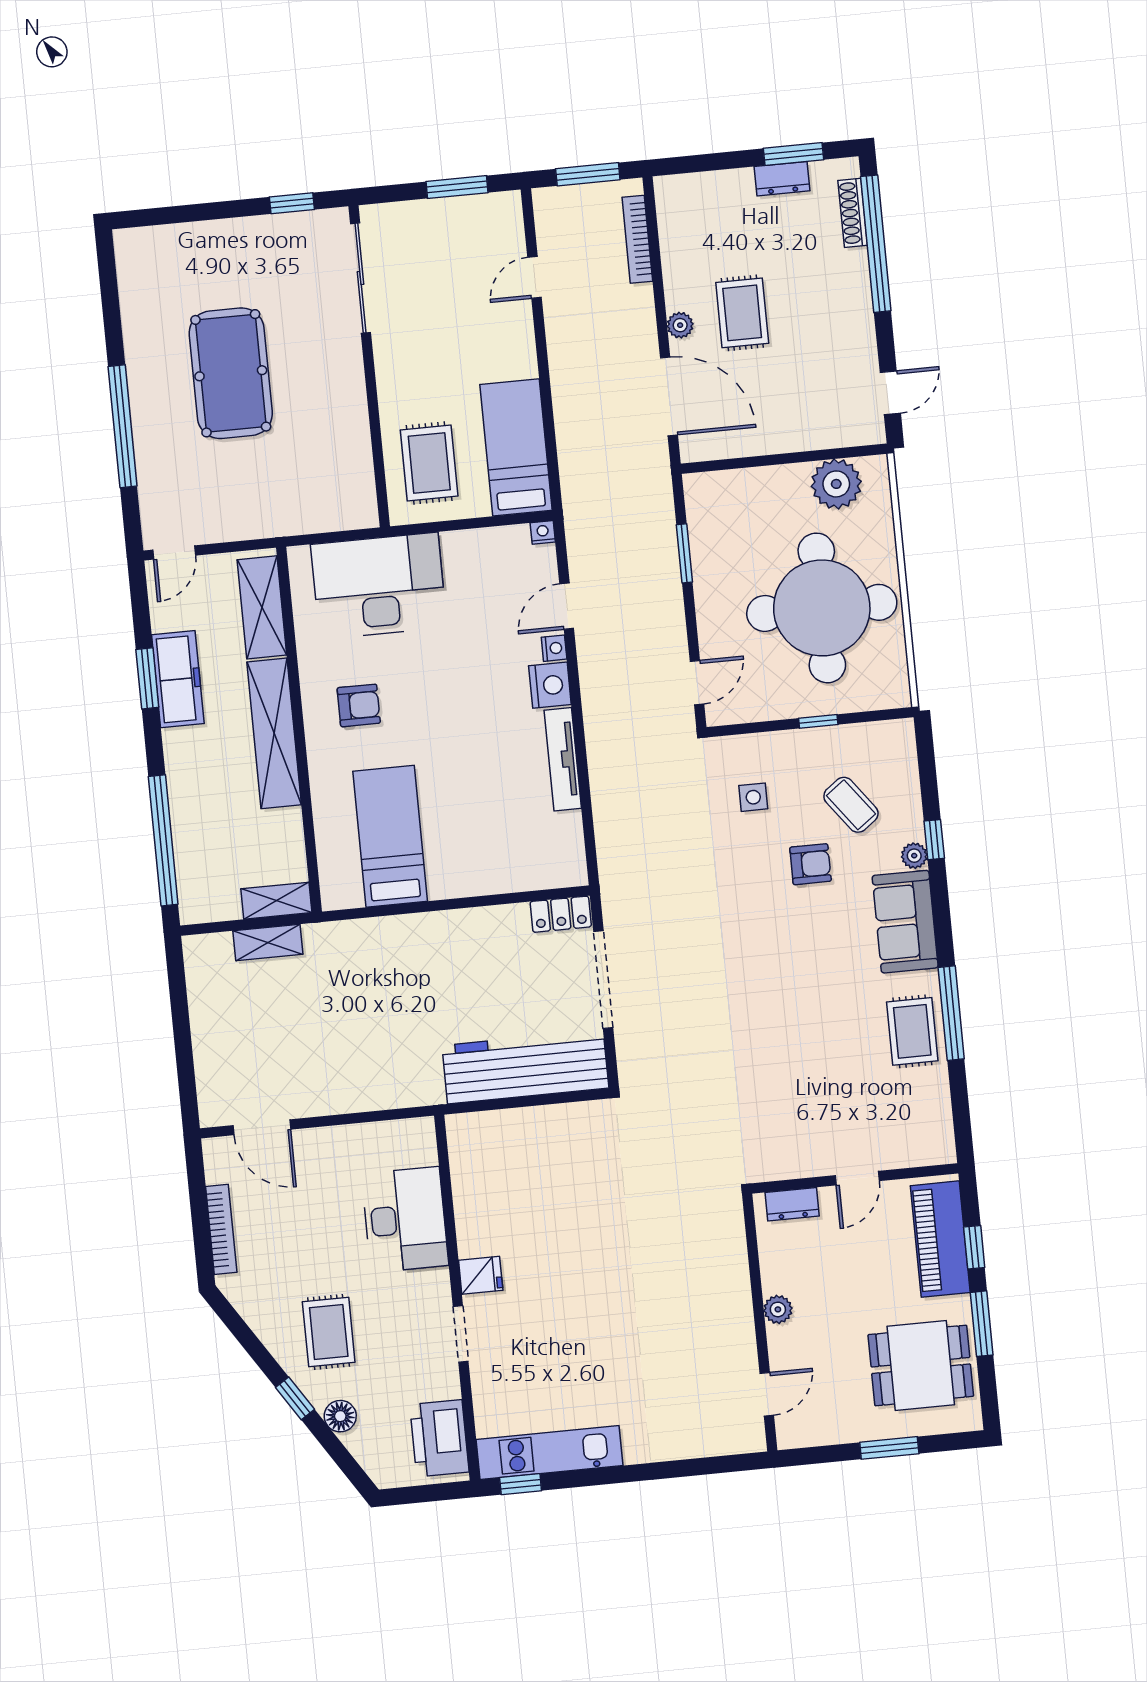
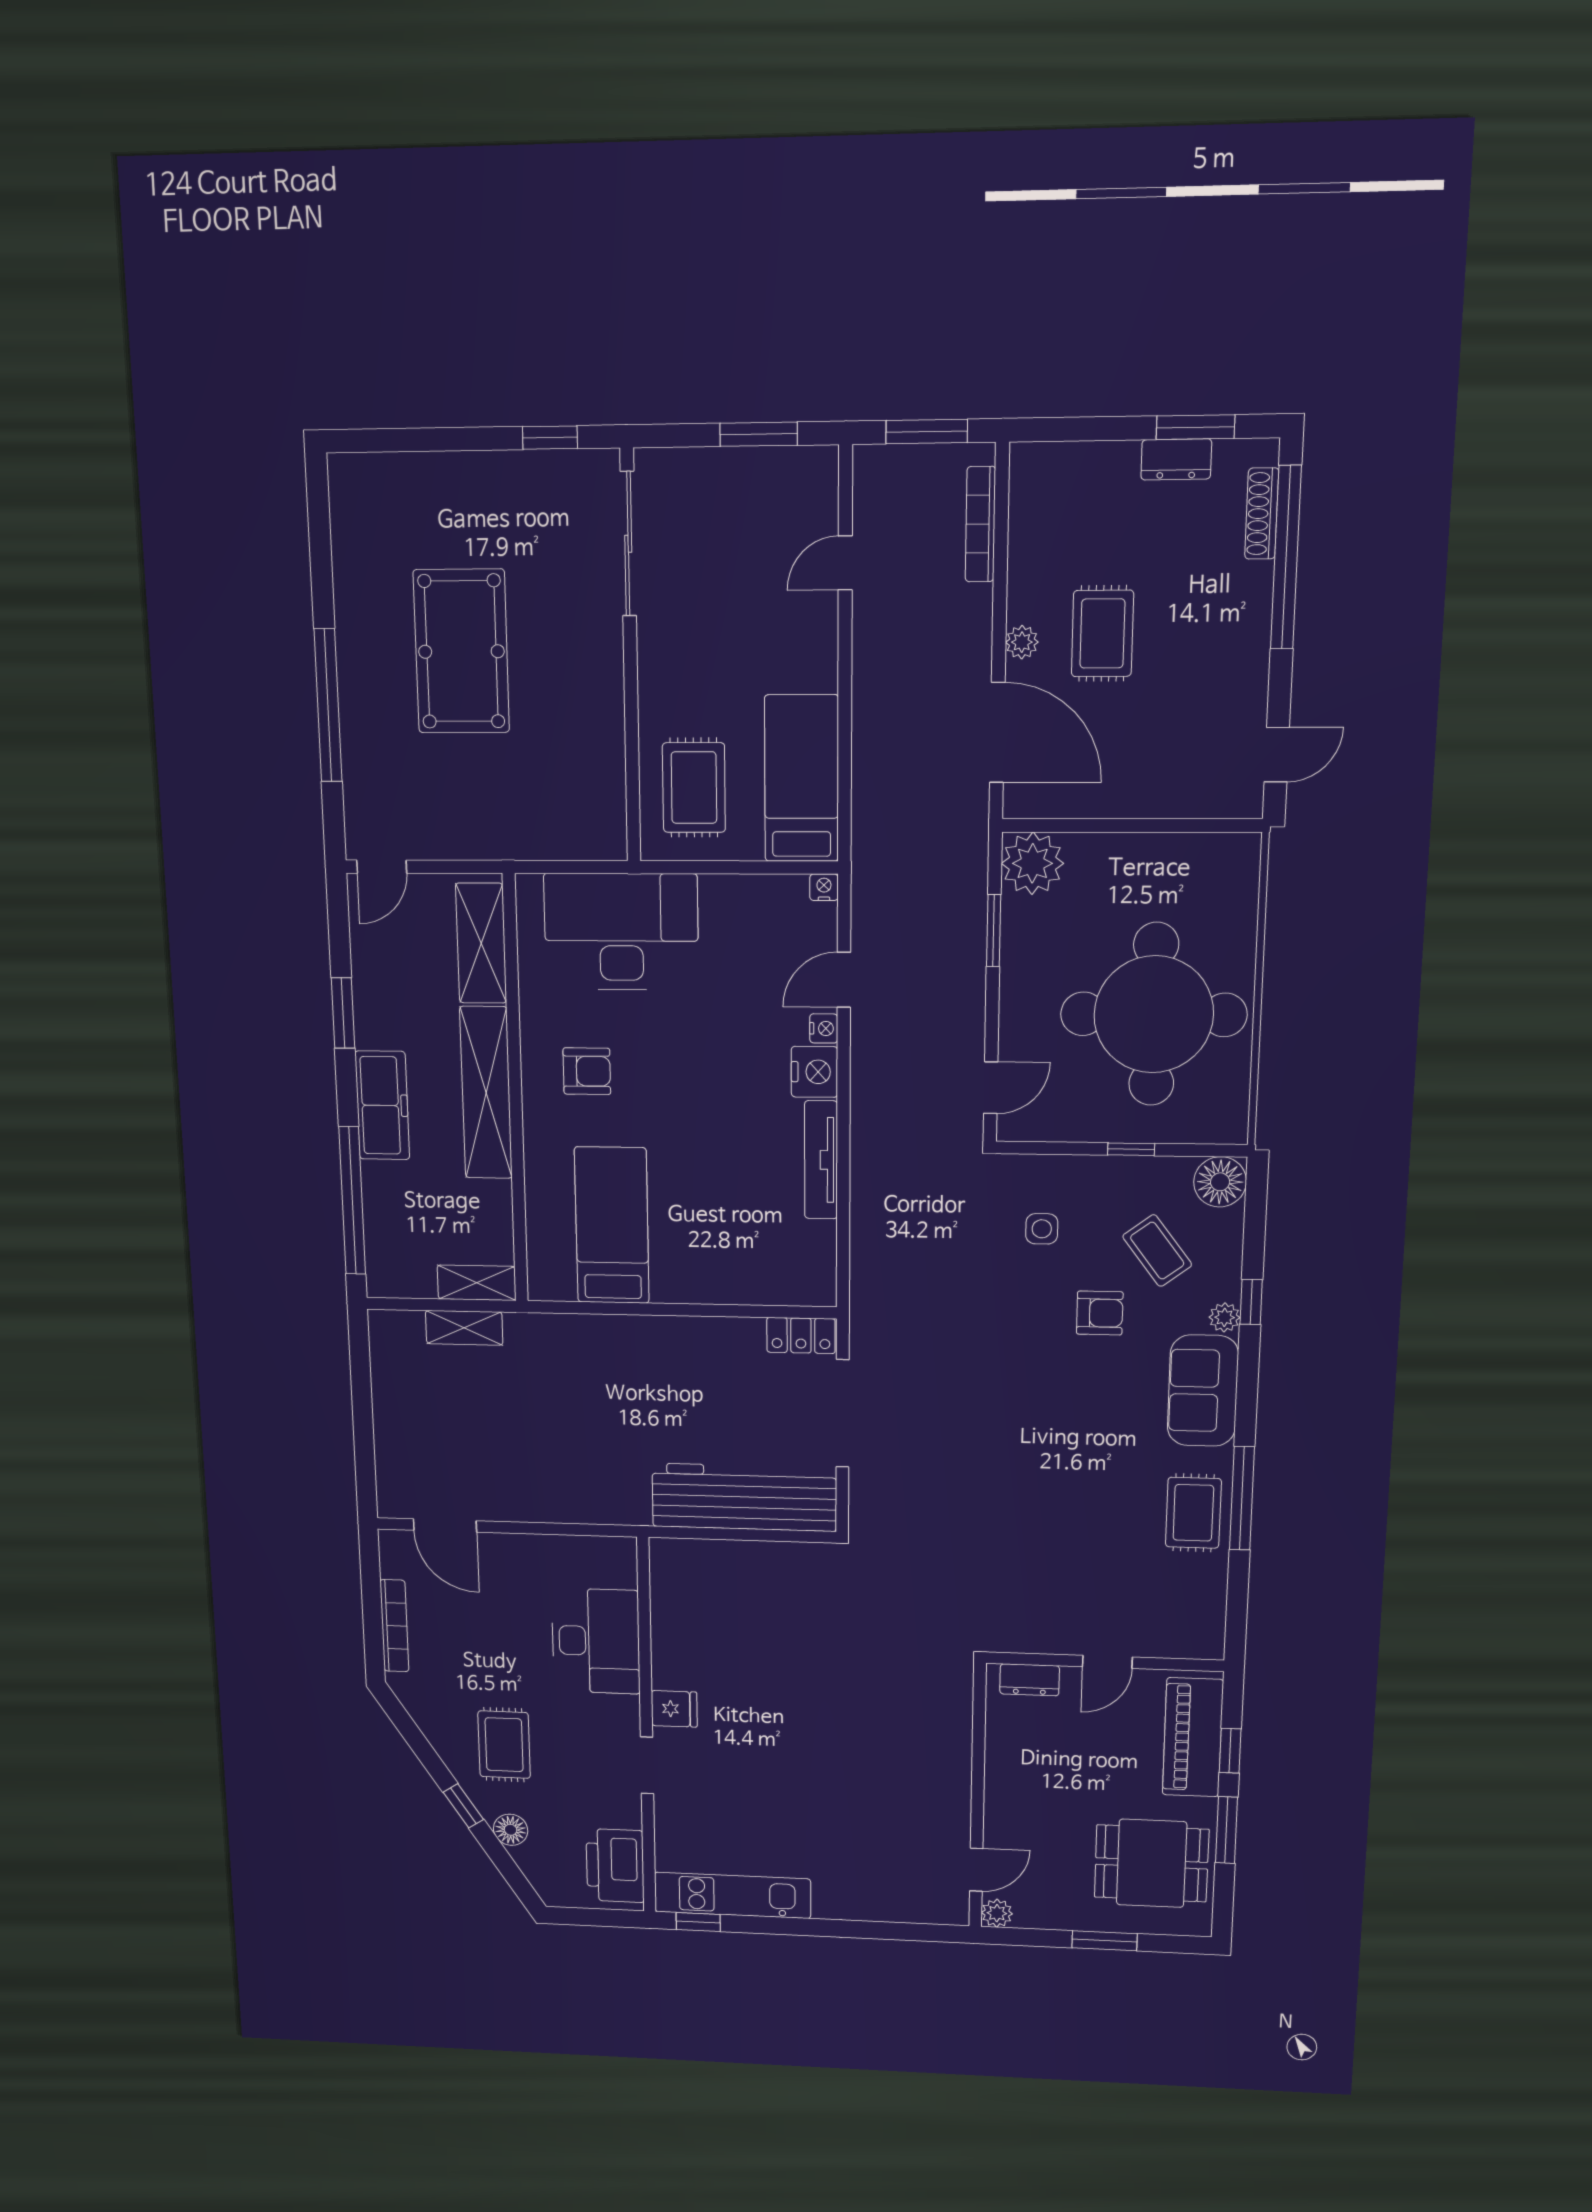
plant: (836, 484) -> (1032, 863), moved
freezer: (178, 679) -> (382, 1105), moved
floor lamp: (894, 741) -> (1220, 1182), added
plant: (778, 1309) -> (997, 1913), moved

